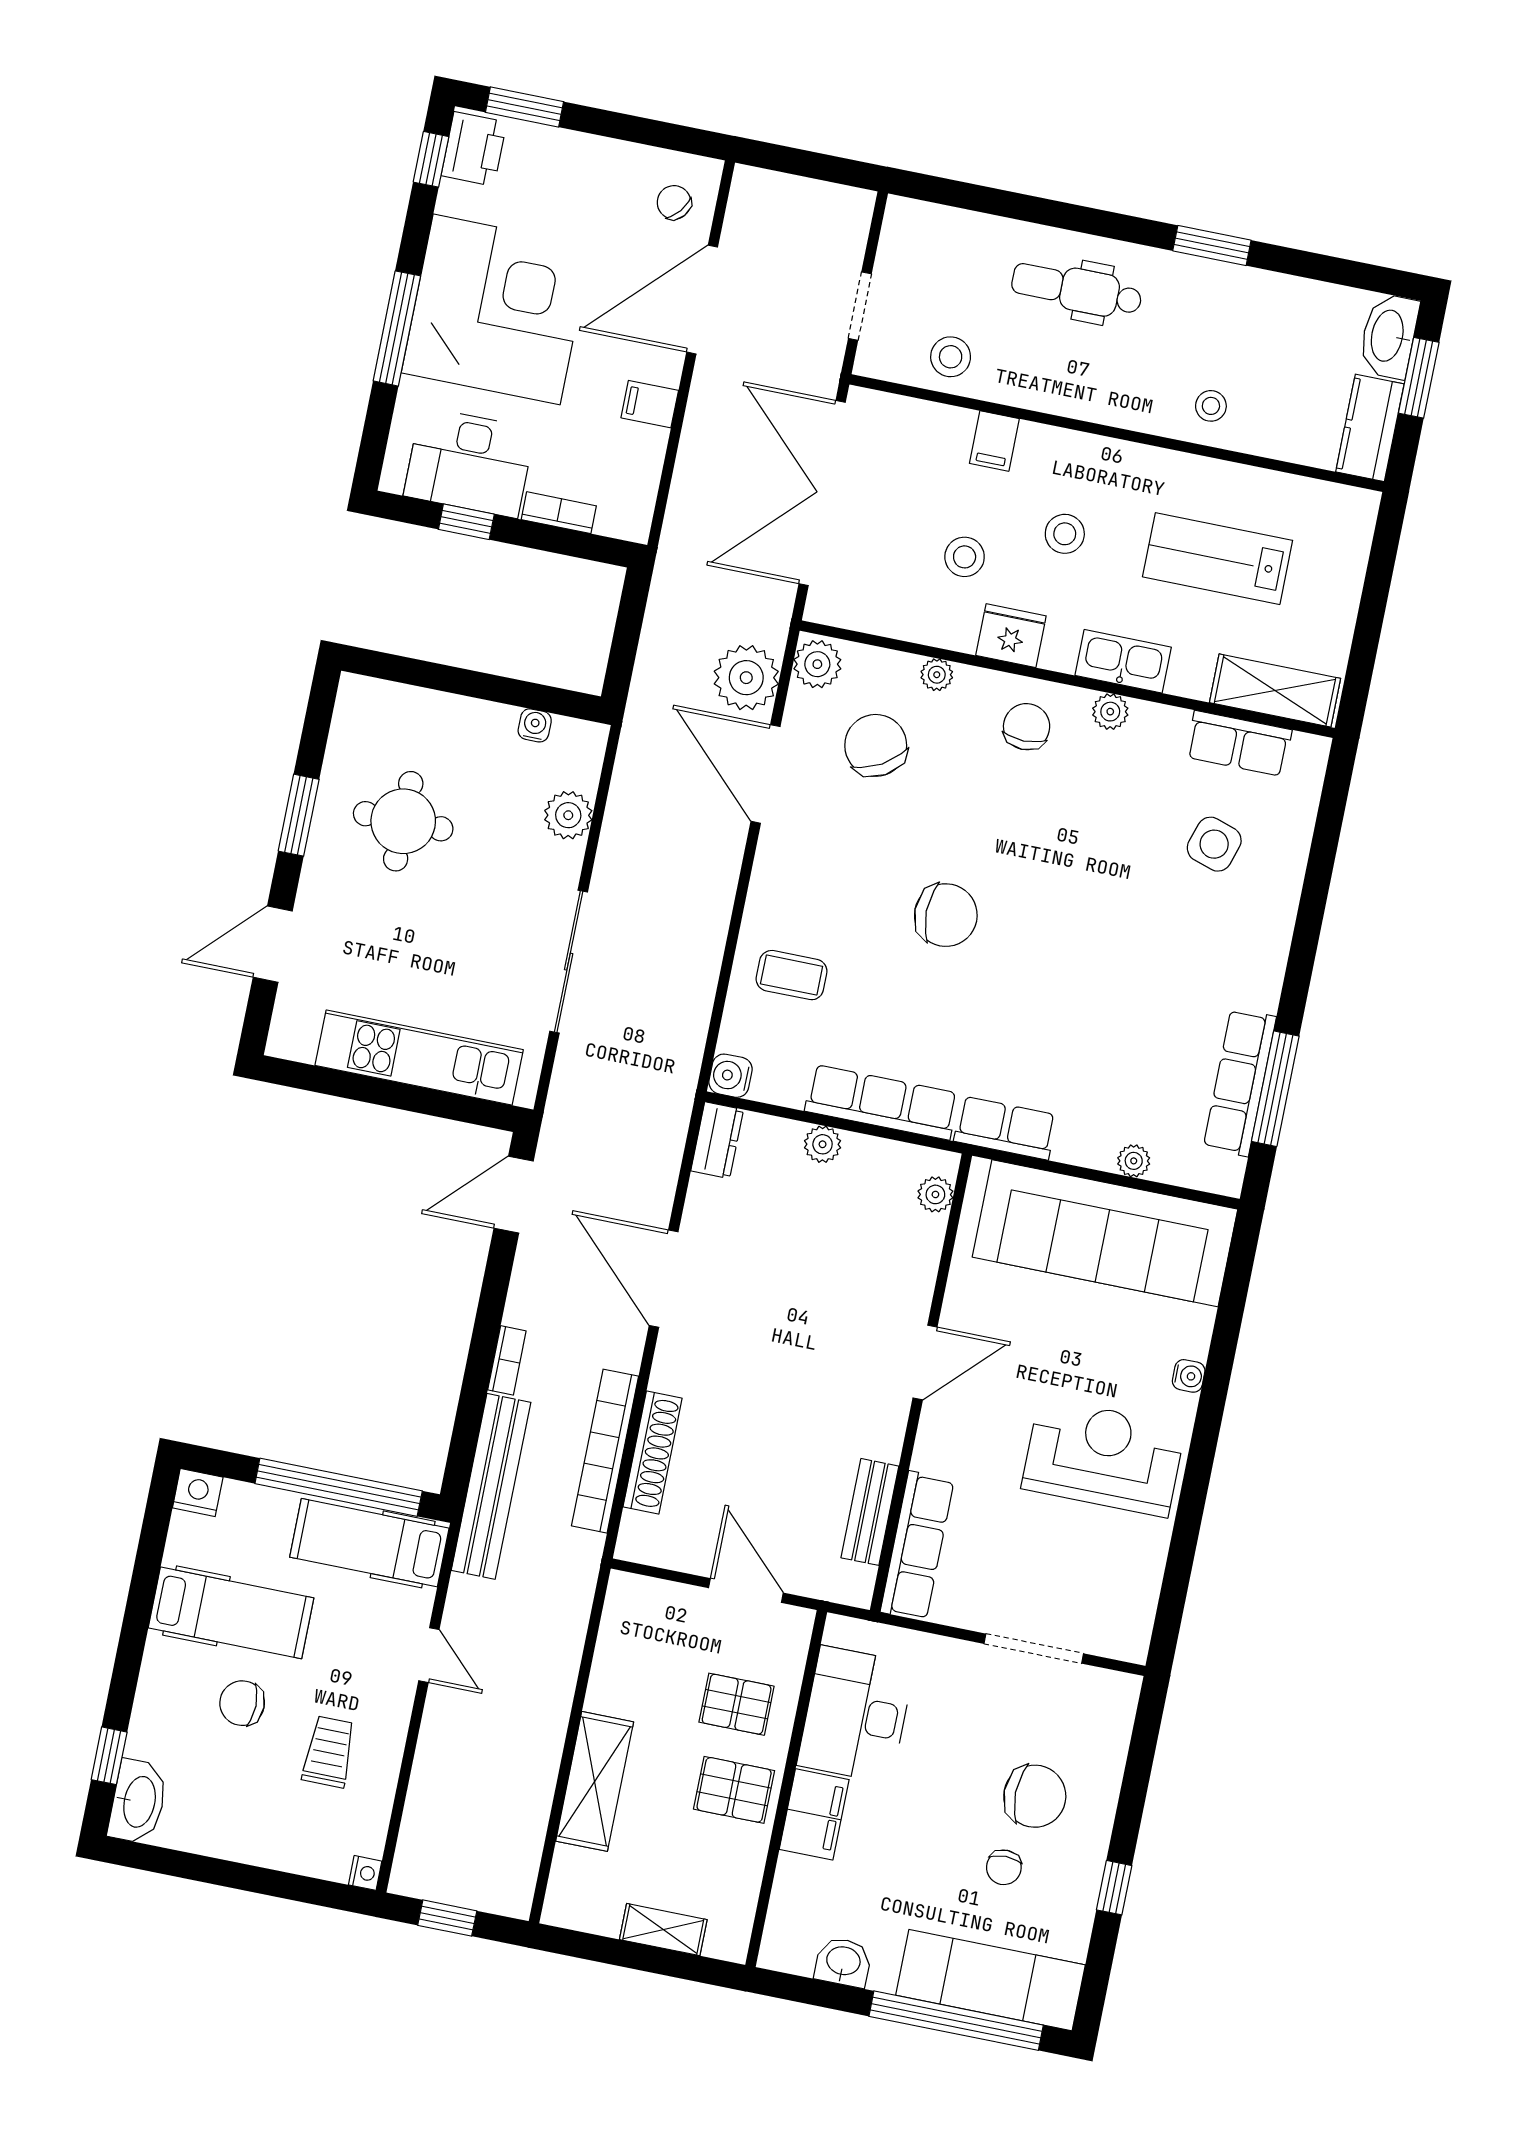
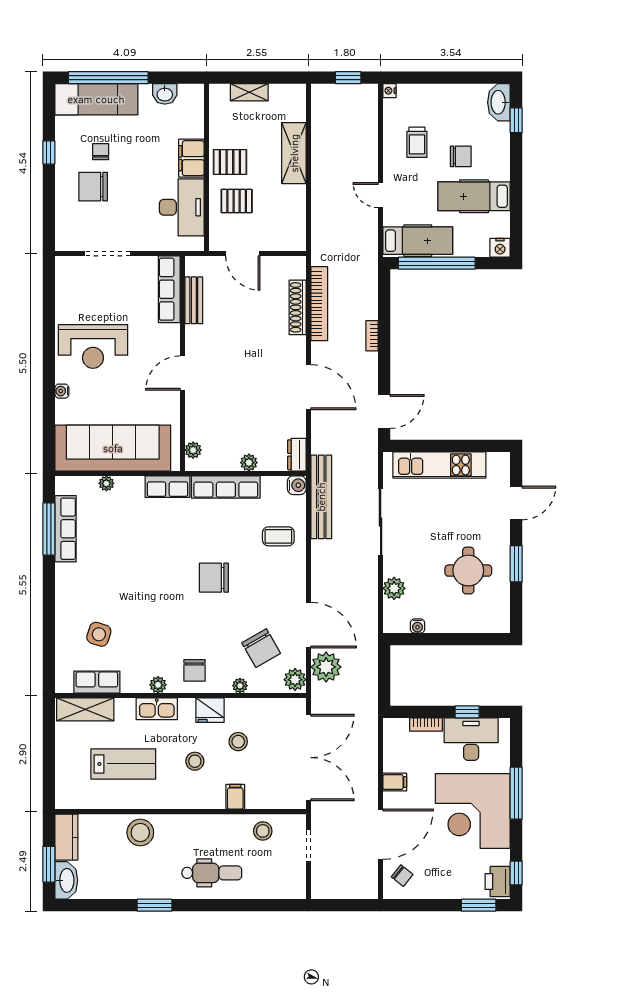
stool: (1211, 406) -> (140, 832), width x1.89, depth x1.89
bench: (491, 1486) -> (321, 497), moved

